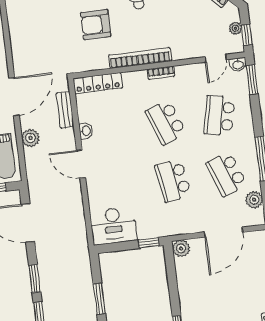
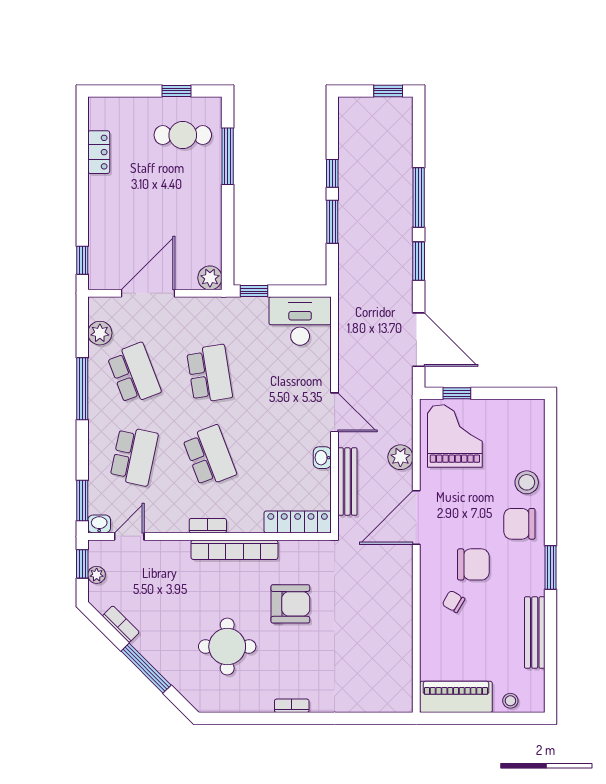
bench: (65, 110) -> (347, 482), width x1.36

